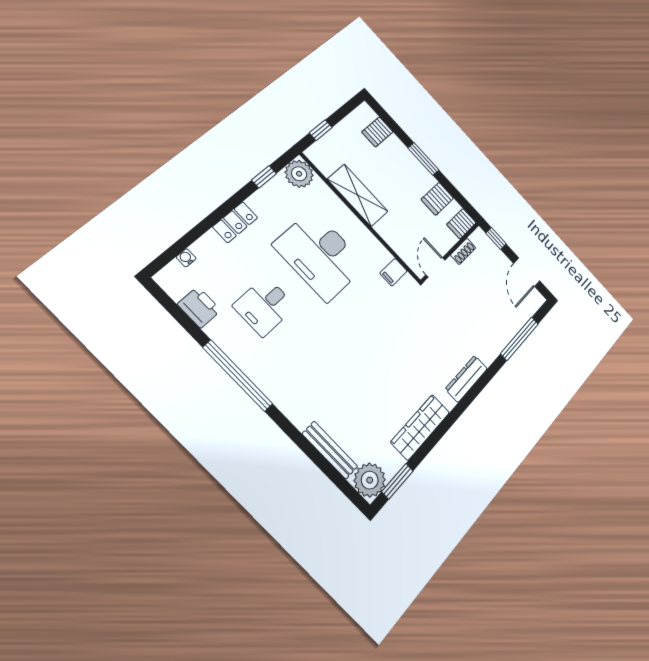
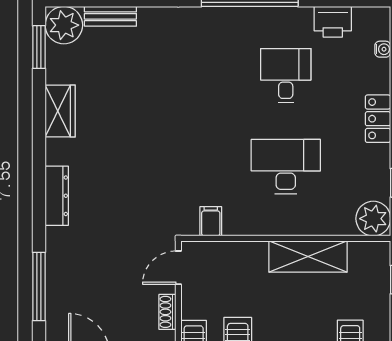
desk: (320, 255) -> (286, 167), width x0.73, depth x0.77
door: (435, 267) -> (178, 268), swing flipped
wardrobe: (420, 427) -> (60, 111), width x0.67
bench: (330, 450) -> (110, 16), width x0.73

